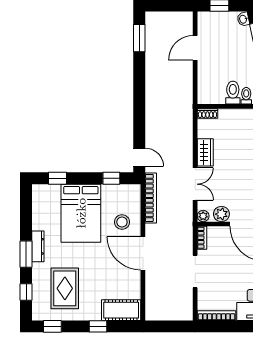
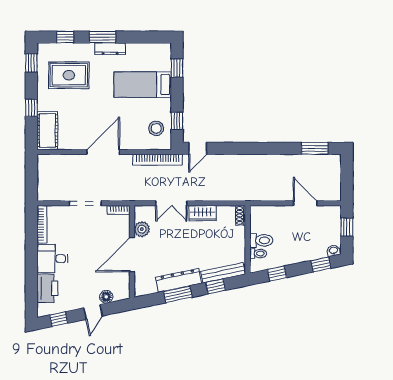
bed: (81, 213) -> (143, 85), width x0.67
plant: (203, 216) -> (140, 211), removed
stool: (122, 222) -> (156, 128), moved

